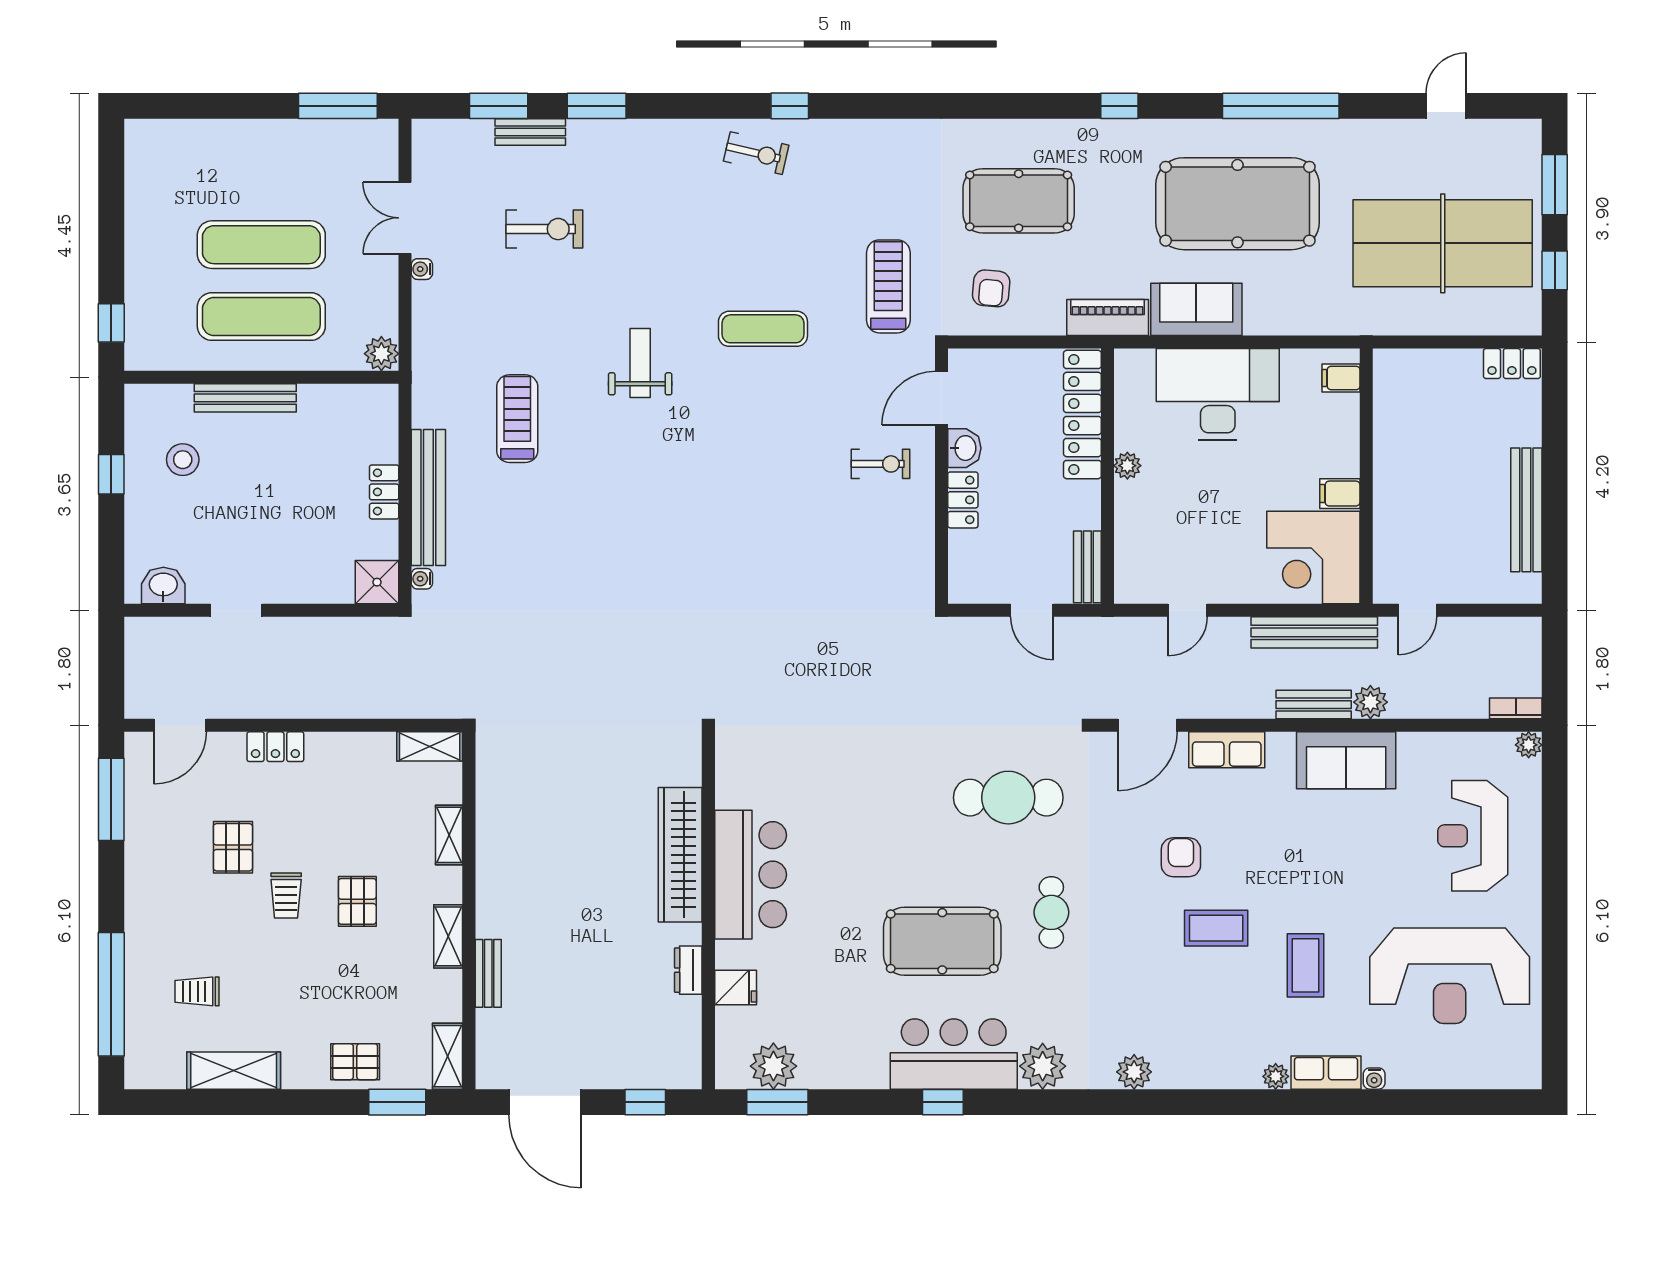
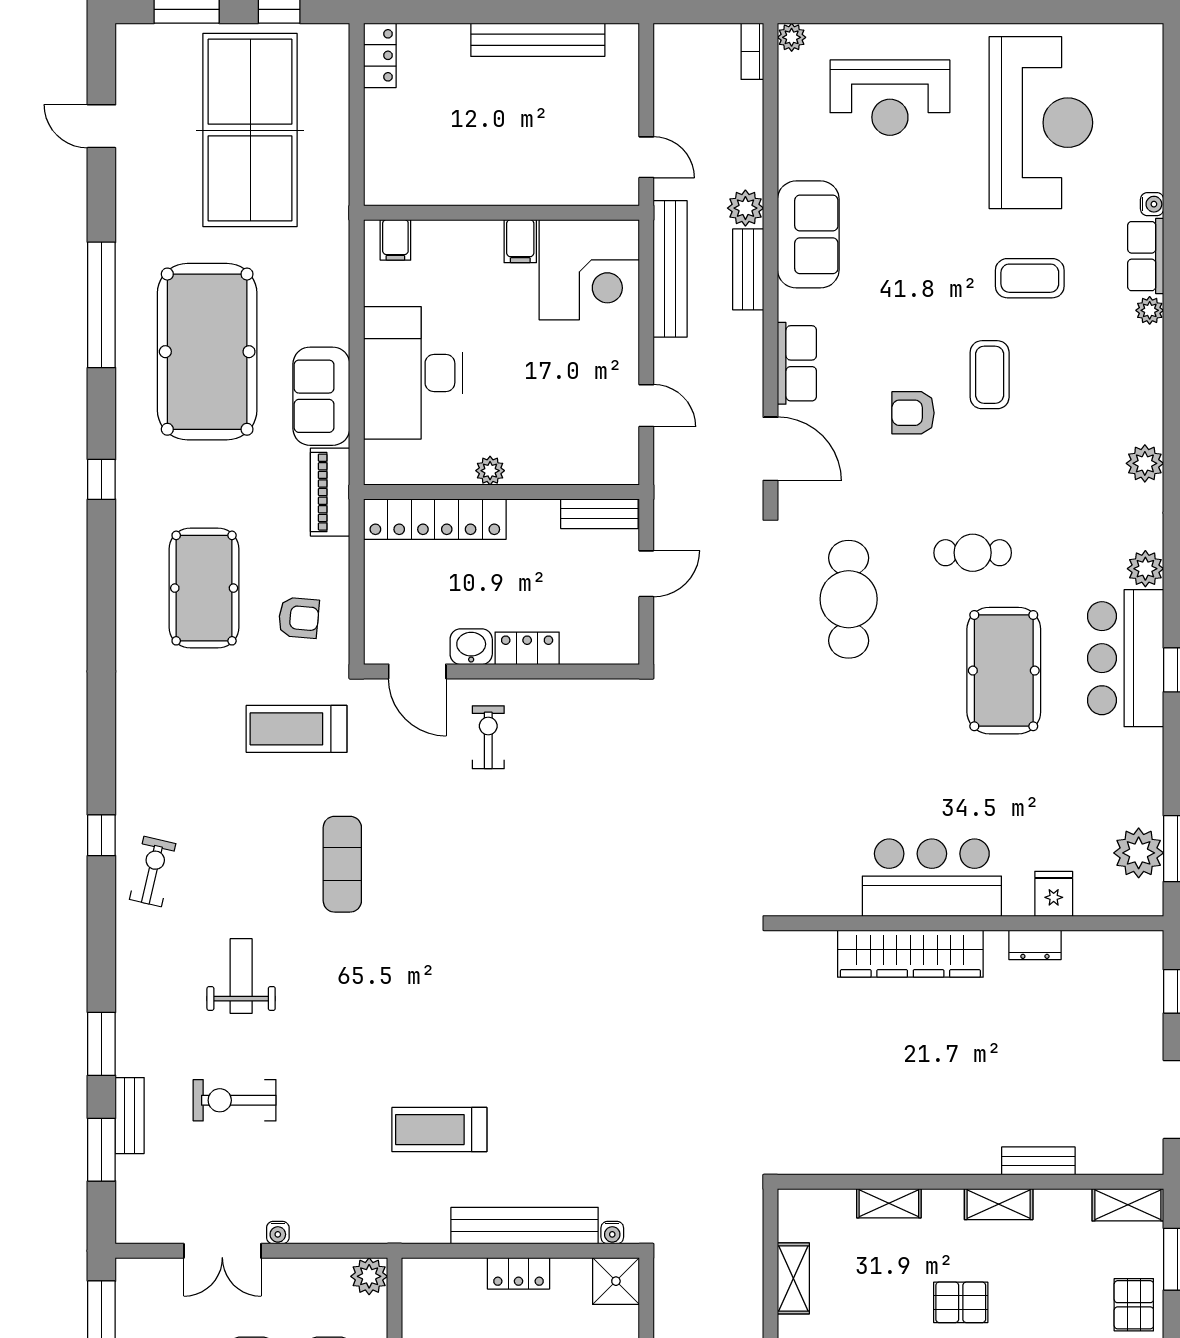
exercise bike: (544, 229) -> (235, 1100), turned -90
weight bench: (640, 363) -> (241, 976), moved, turned 90
shelving: (430, 746) -> (793, 1278), moved
plant: (1043, 1066) -> (1145, 569), width x0.73, depth x0.73

